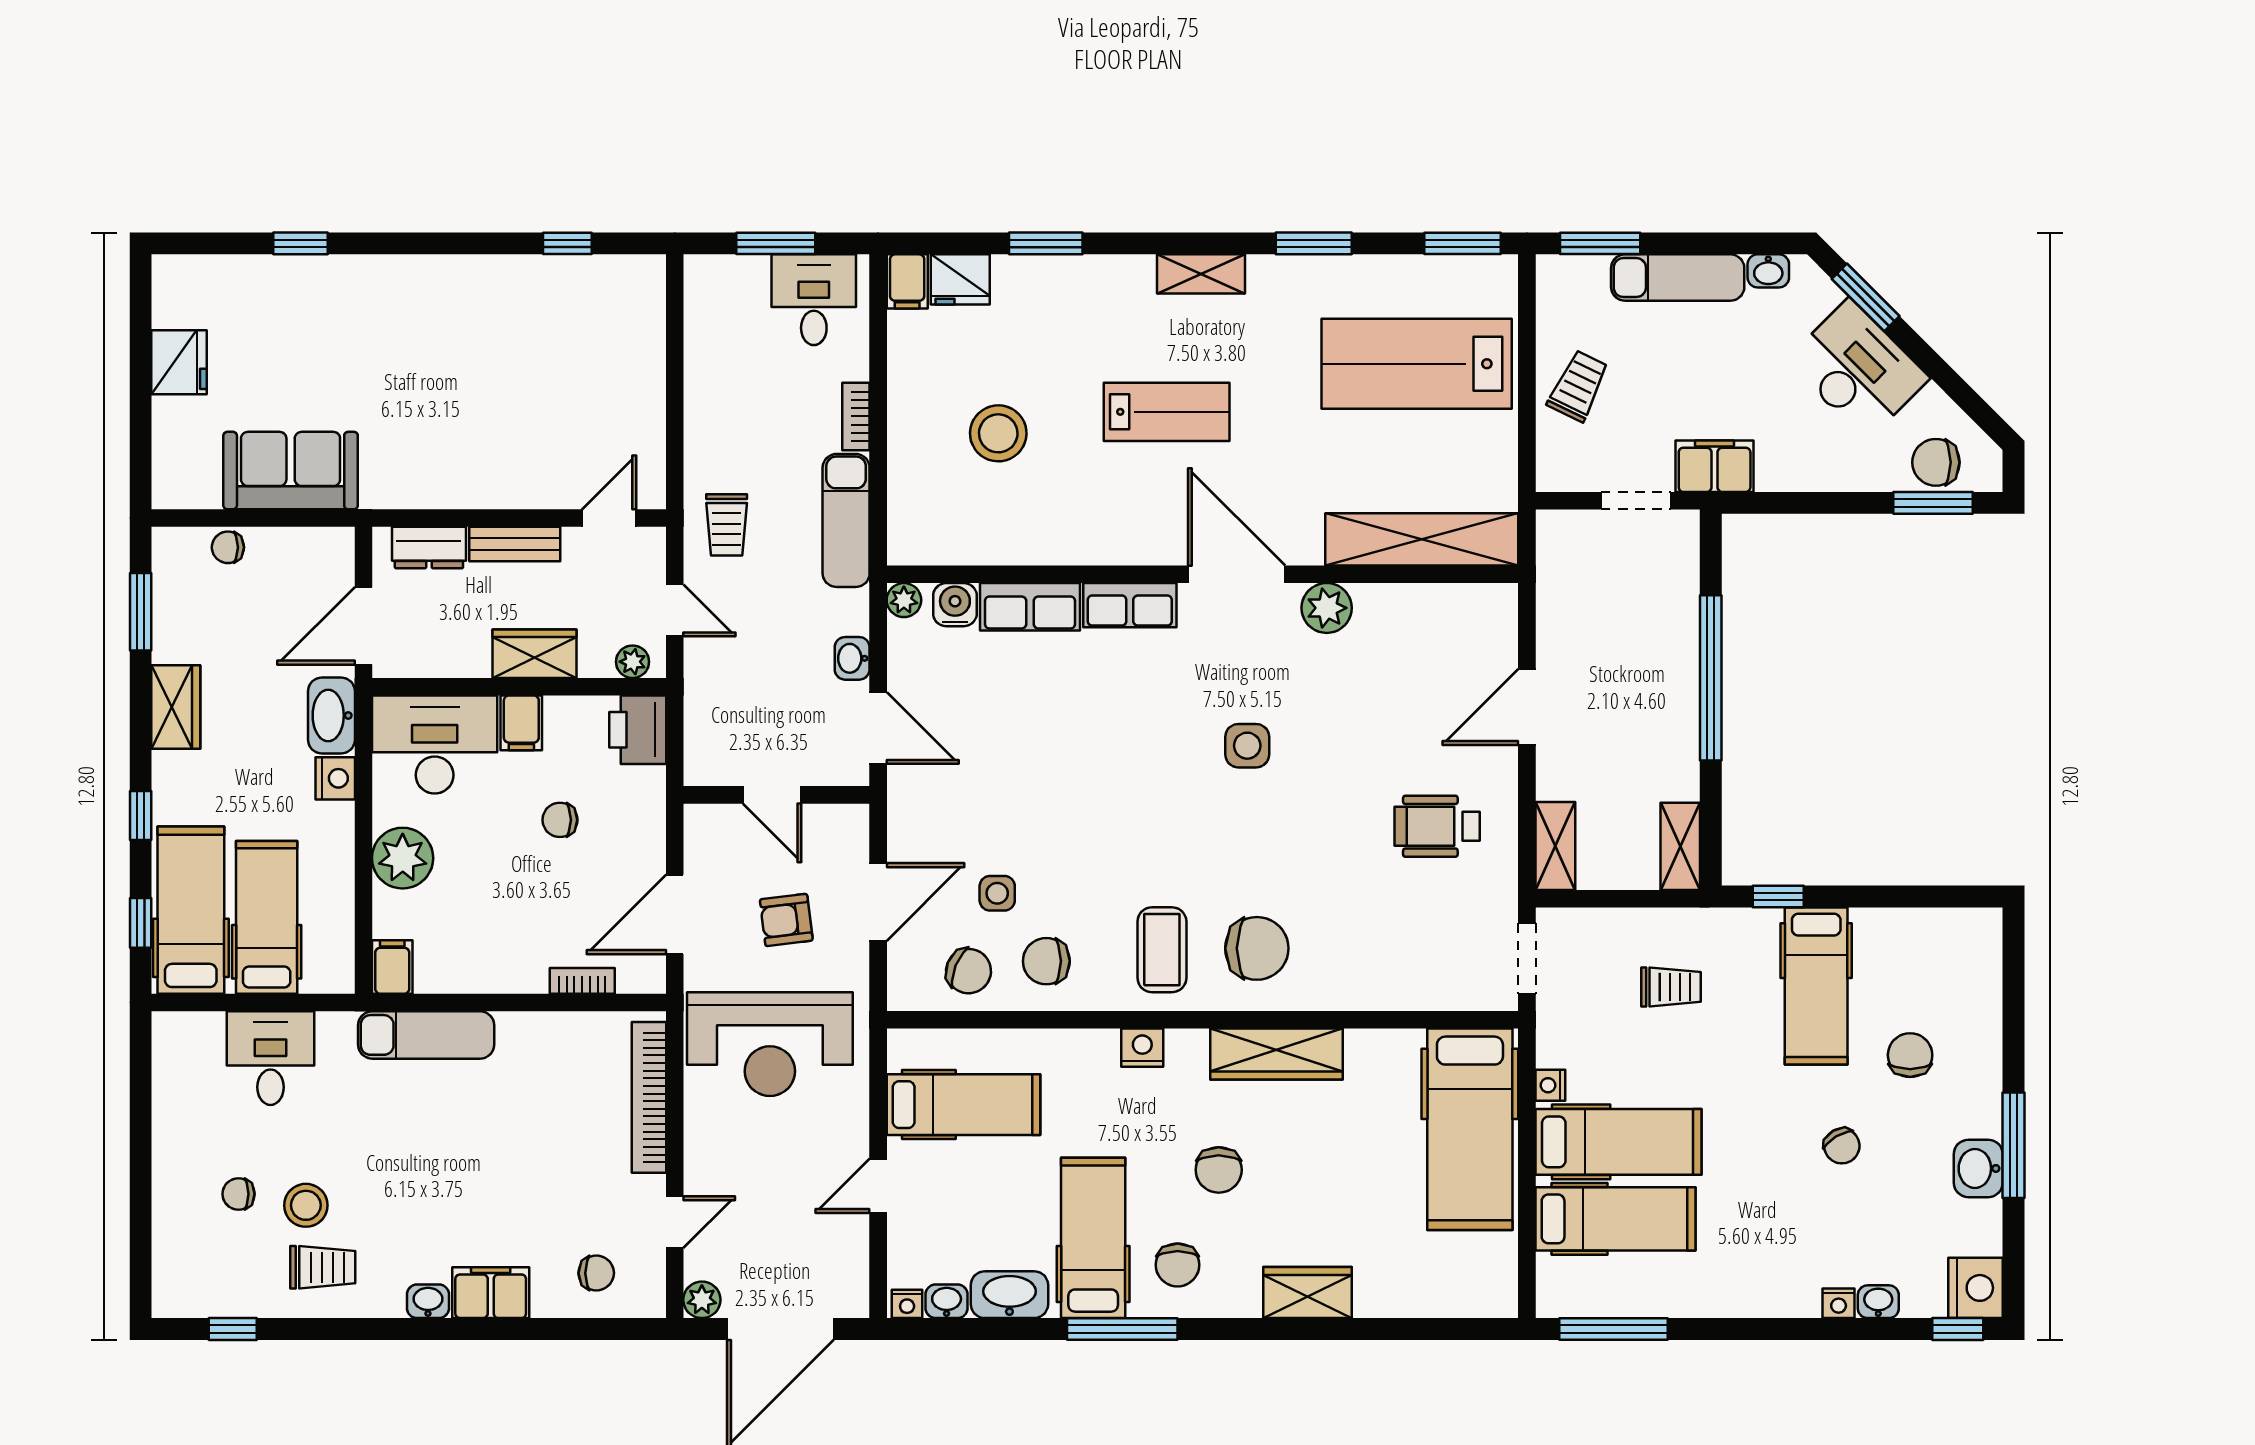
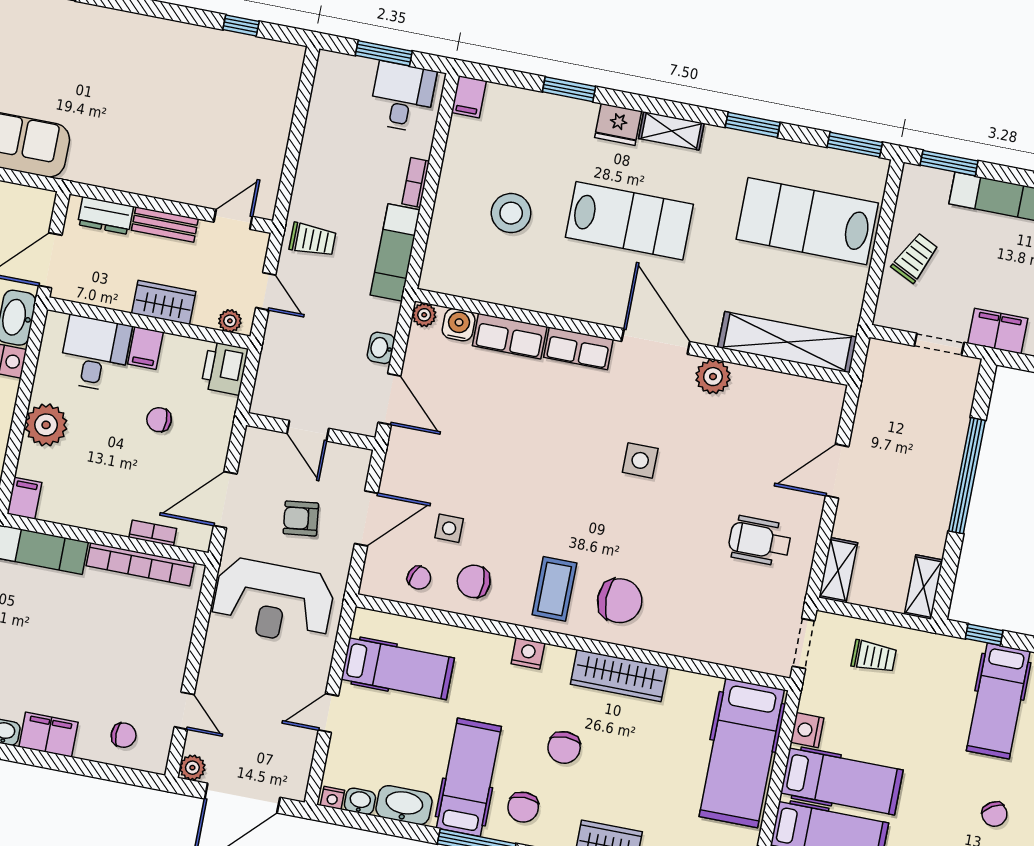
fridge: (960, 279) -> (618, 124), moved
lab bench: (1167, 412) -> (629, 221), width x1.36, depth x1.39
trolley: (727, 525) -> (313, 240), turned -90
desk: (435, 745) -> (95, 354), width x0.73
chair: (969, 971) -> (419, 578), width x0.73, depth x0.73
trolley: (1671, 987) -> (874, 657), moved
nightstand: (1550, 1085) -> (807, 730), width x1.39, depth x1.35
bookcase: (649, 1097) -> (140, 564), moved, turned -90
door: (675, 1222) -> (184, 711), hinge flipped

